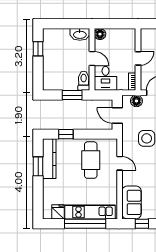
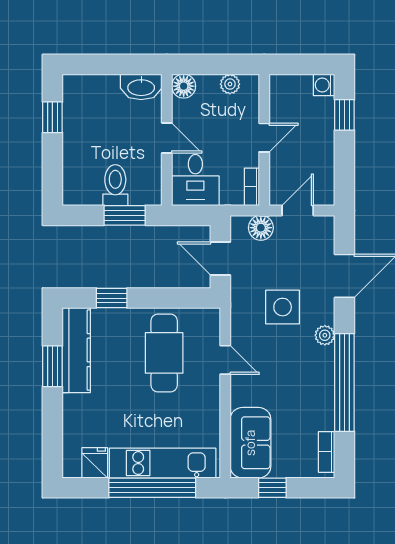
plant: (122, 33) -> (230, 84), added
toilet: (84, 81) -> (115, 185), moved

